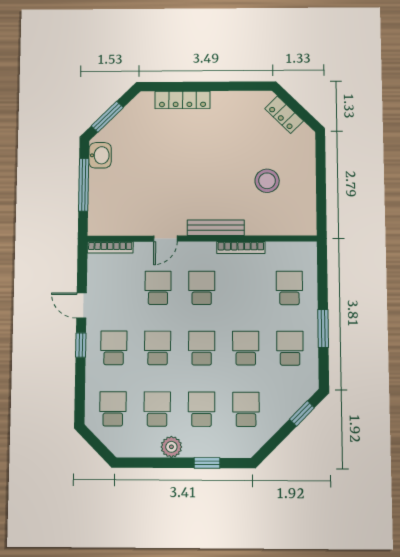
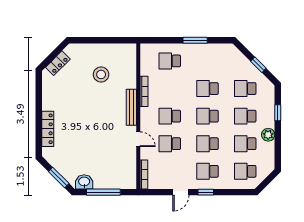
school desk: (290, 348) -> (207, 61), removed
window: (302, 414) -> (258, 65), moved

